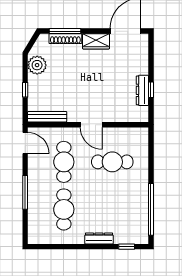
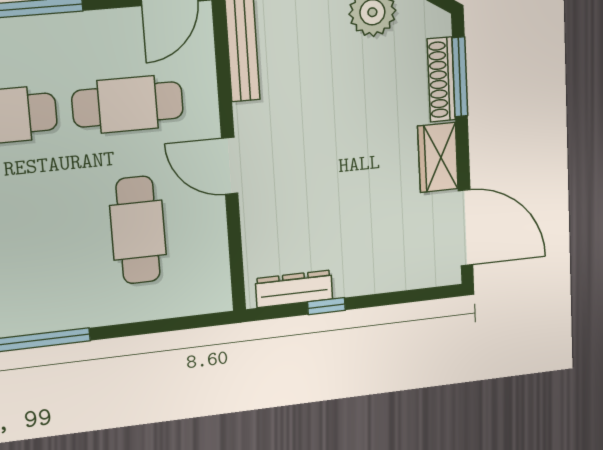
dresser: (142, 90) -> (294, 289), moved
door: (91, 125) -> (230, 166), hinge flipped

